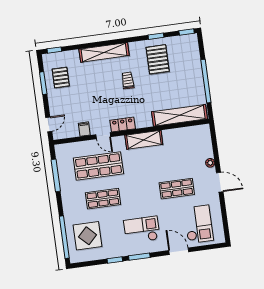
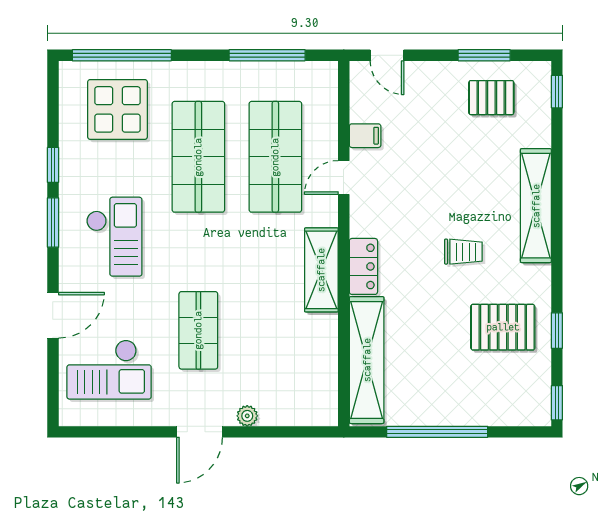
locker: (123, 125) -> (363, 266), moved
shop shelf: (103, 199) -> (198, 157), width x1.43, depth x1.36

